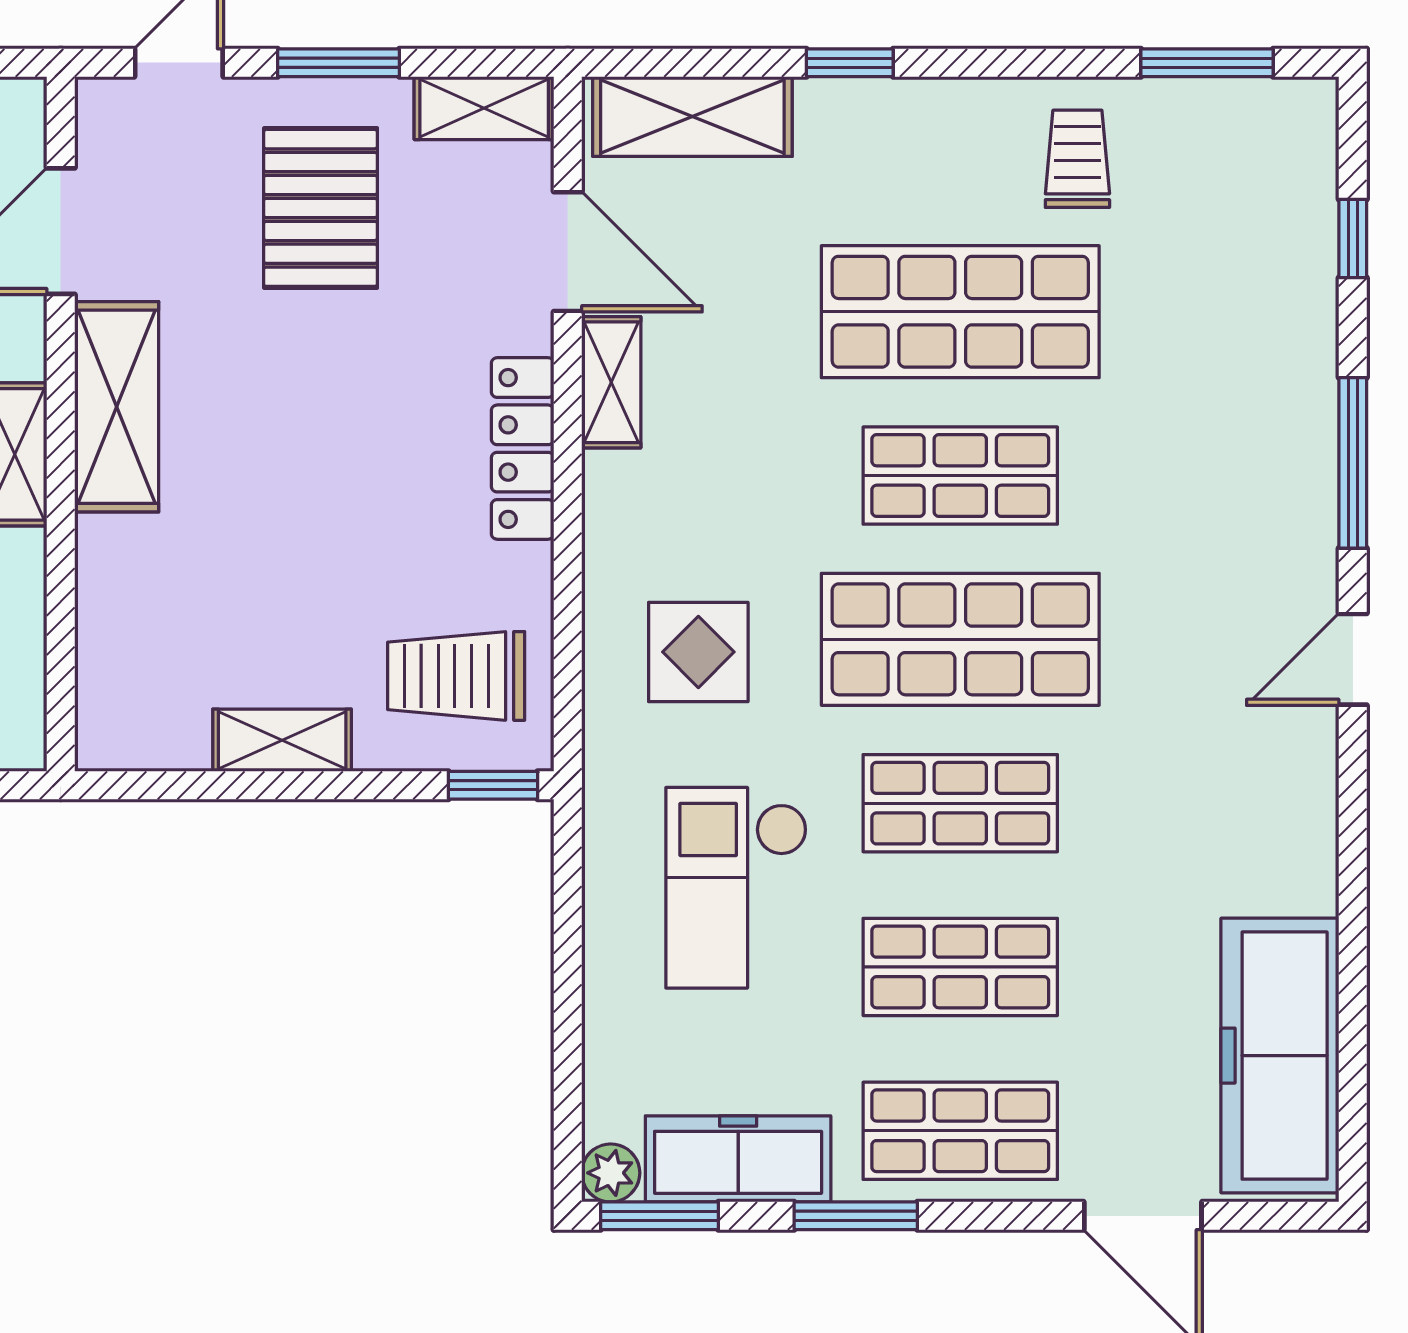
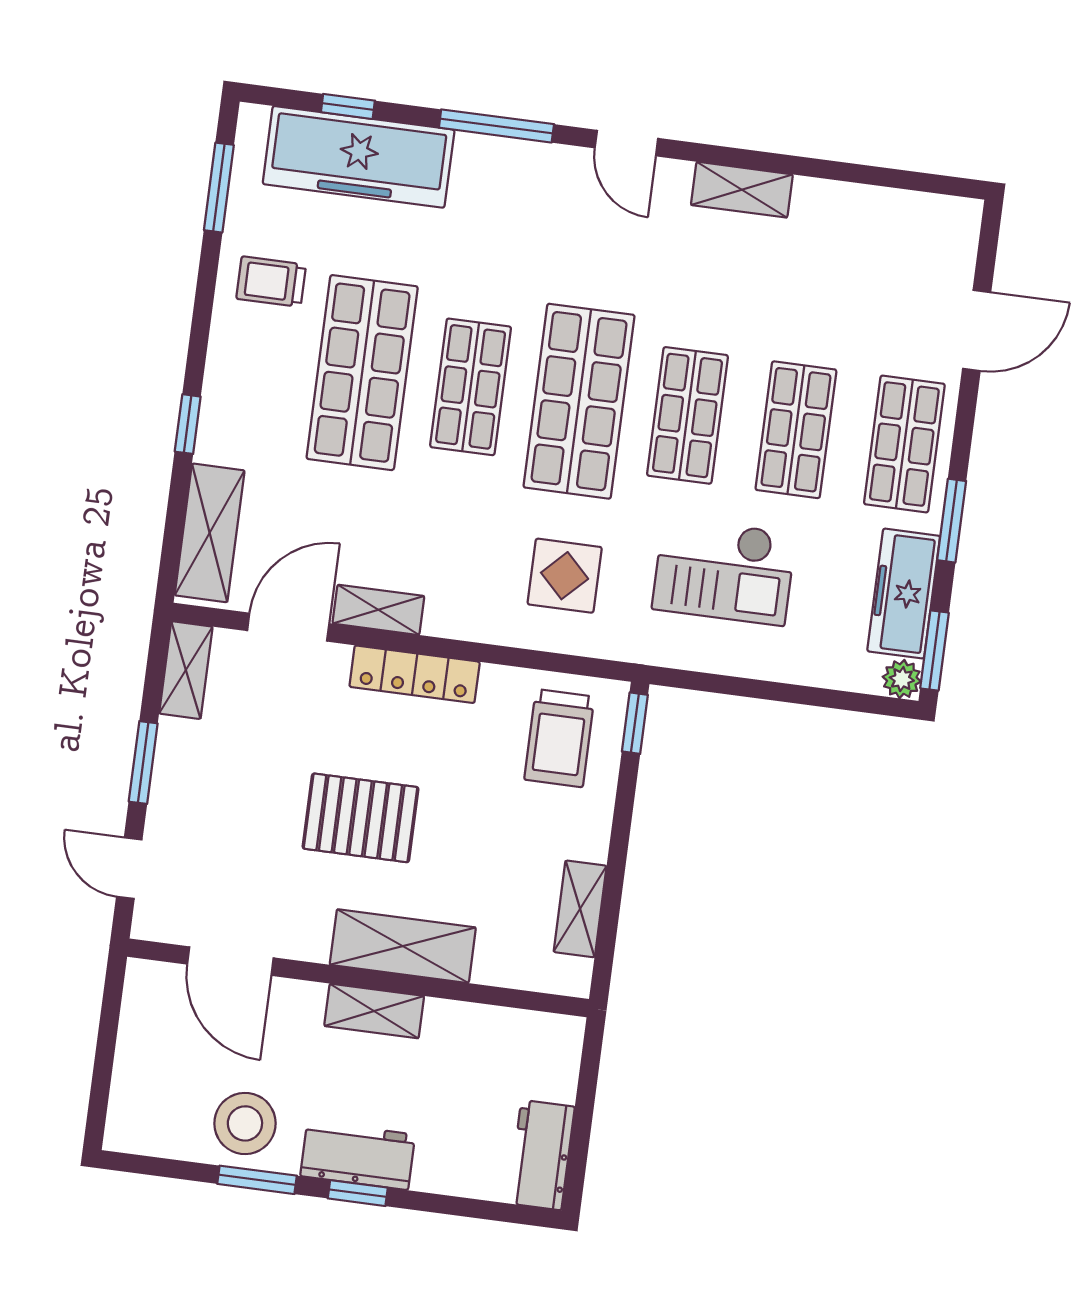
pallet: (321, 208) -> (361, 818), moved
shelving: (117, 407) -> (403, 946), moved
shelving: (282, 740) -> (580, 909), moved
shelving: (1306, 840) -> (742, 190), added
freezer: (1280, 1056) -> (359, 157), moved

